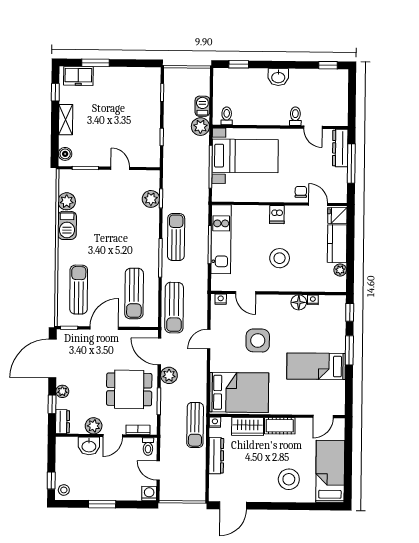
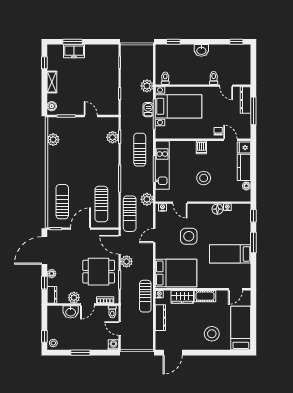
freezer: (78, 76) -> (74, 51), moved
barbecue: (202, 106) -> (148, 110), moved
barbecue: (67, 225) -> (54, 157), removed
sun lounger: (176, 237) -> (140, 150), moved
plant: (199, 287) -> (147, 199), added

